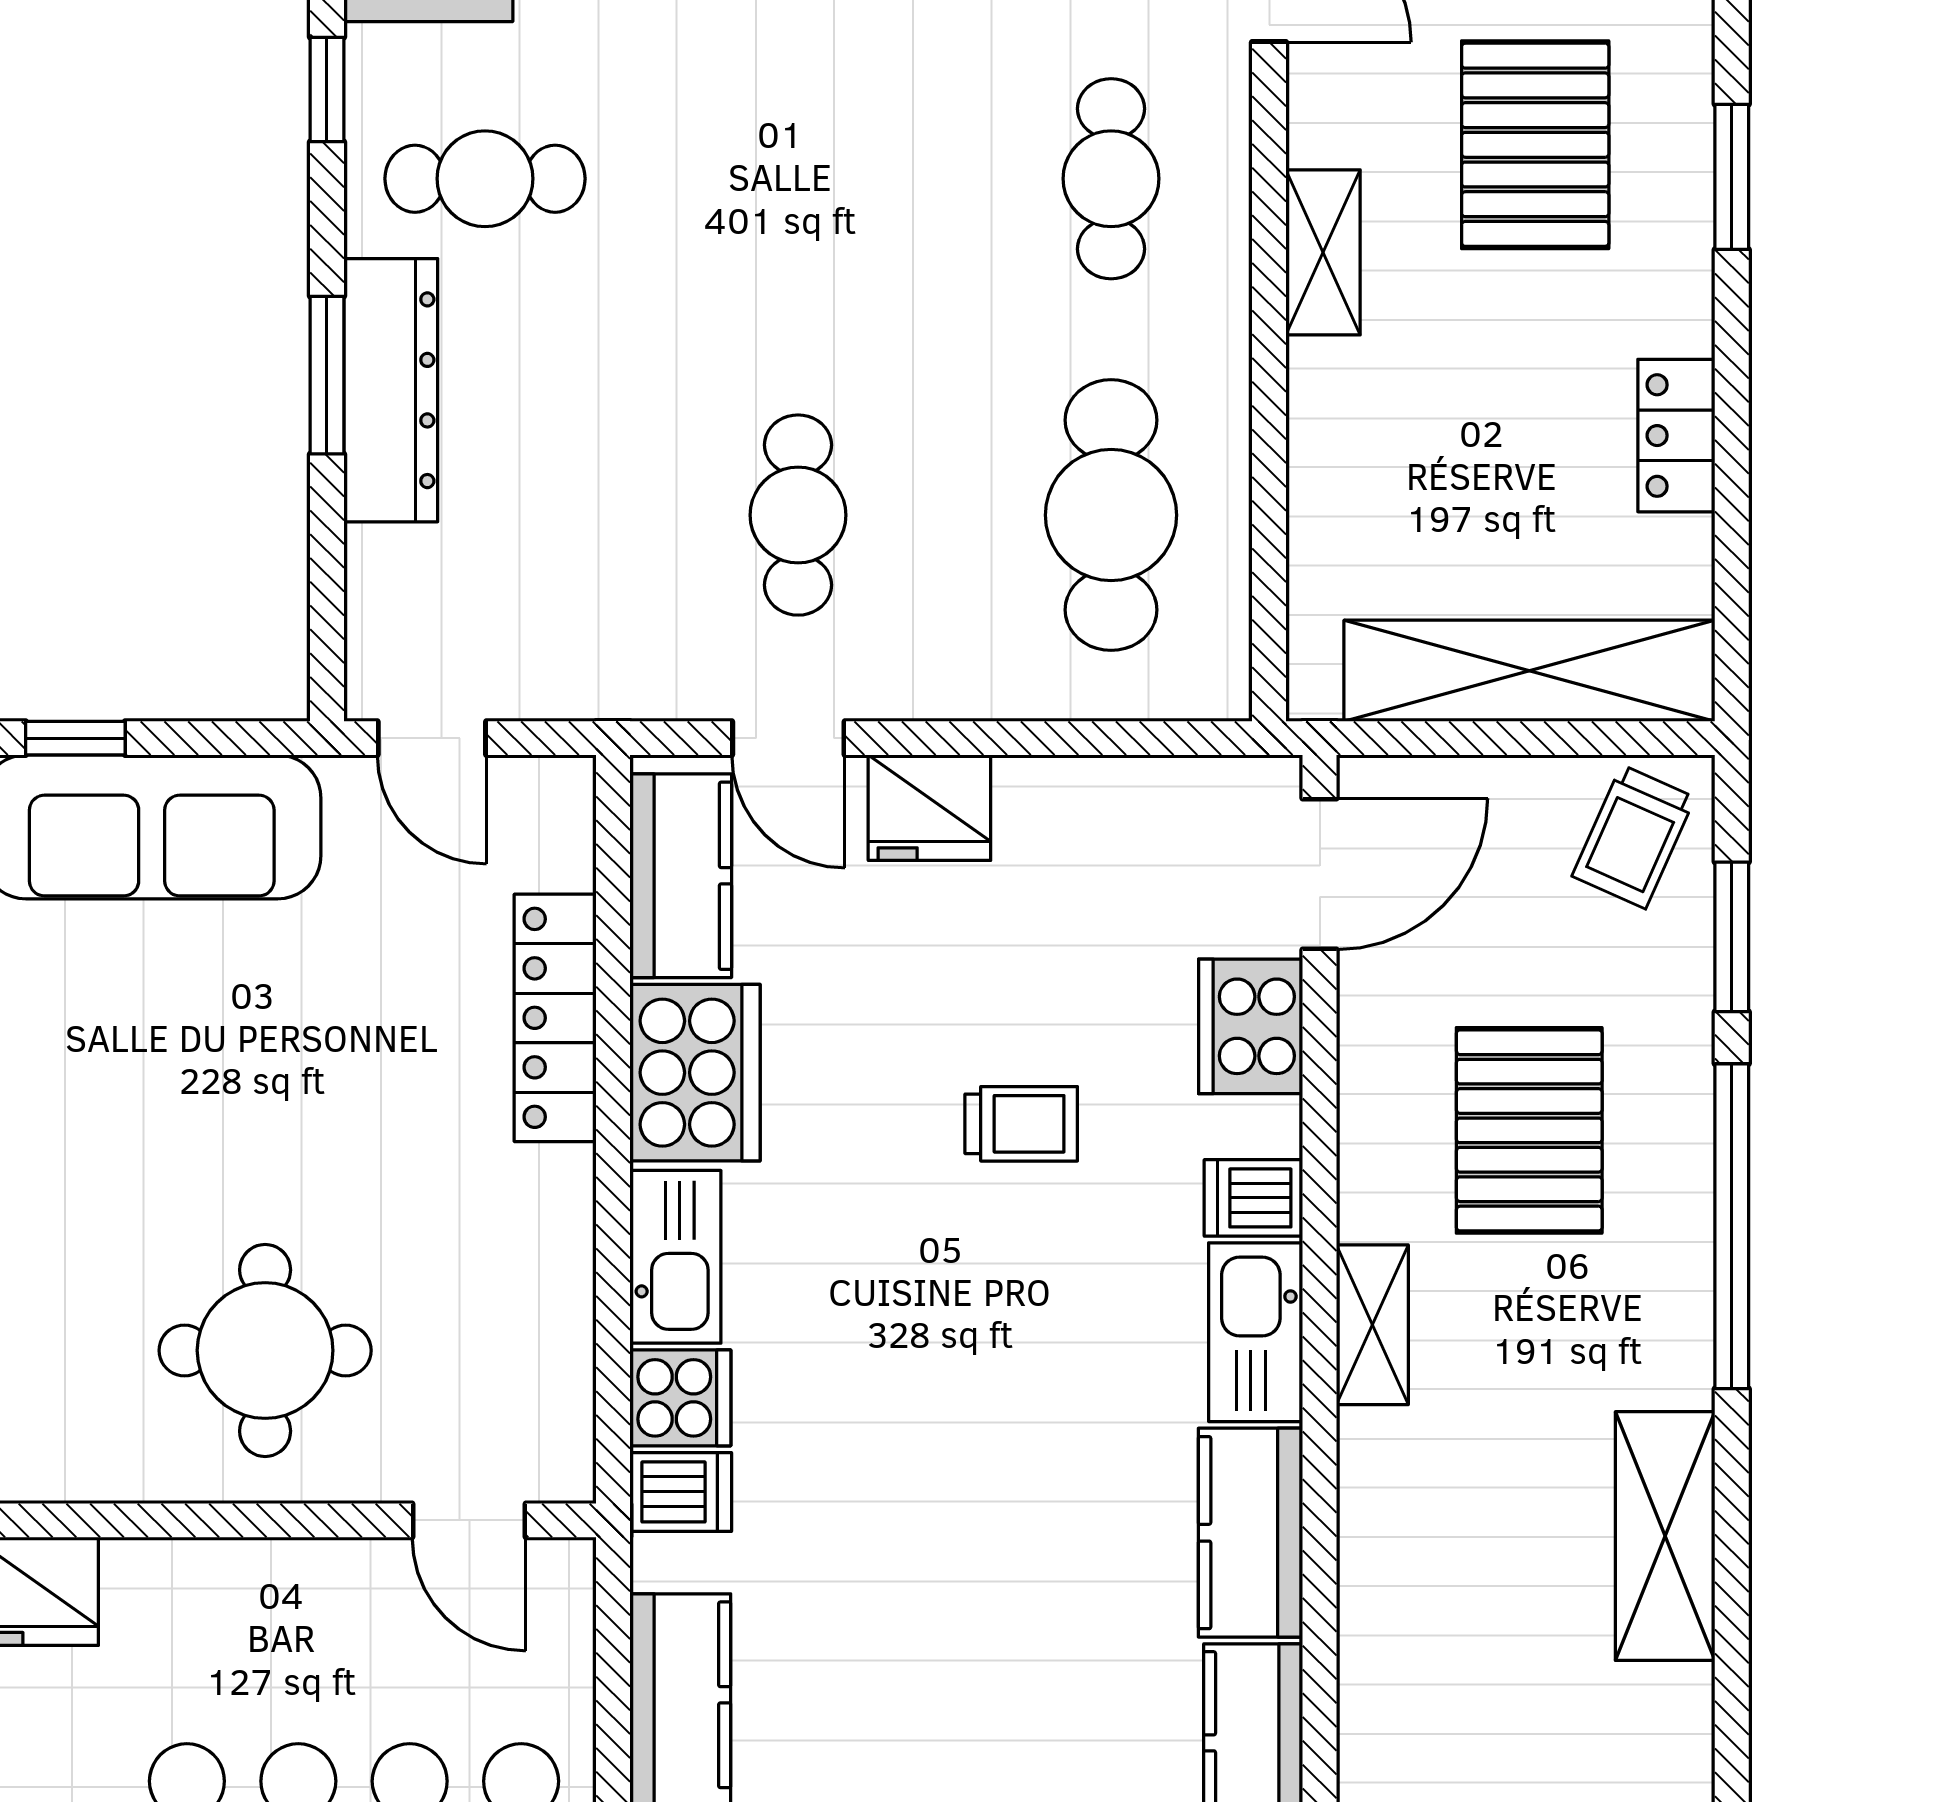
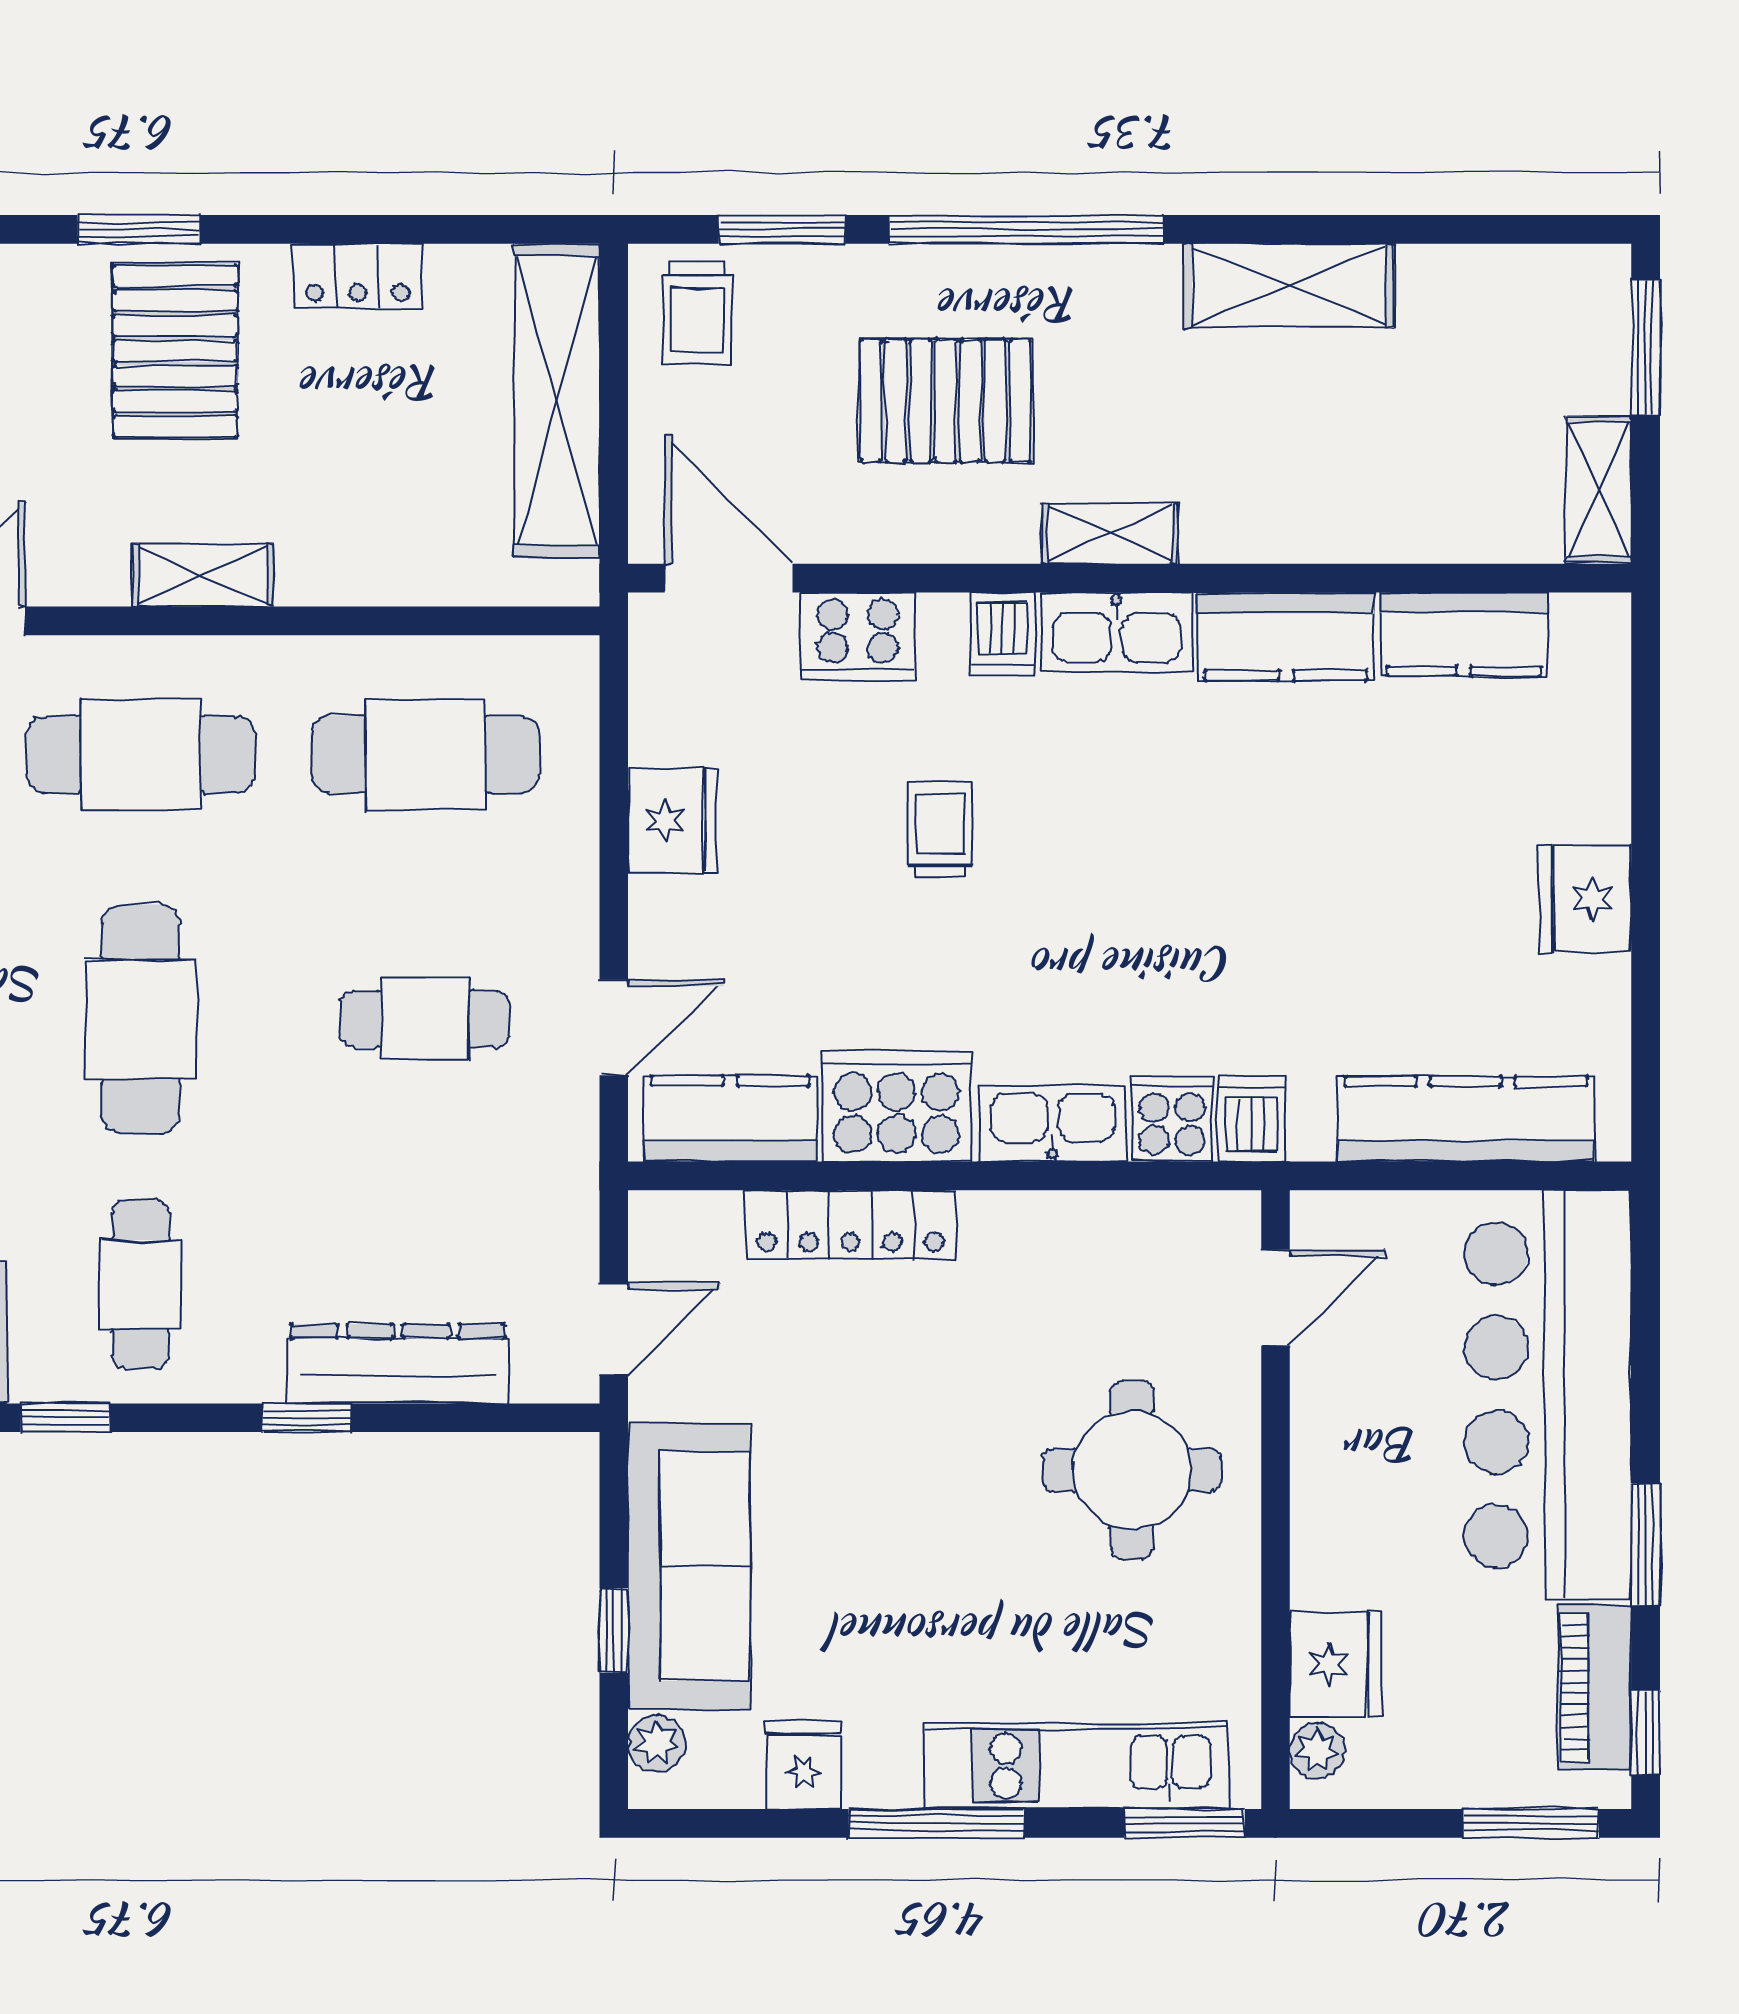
pallet: (1535, 145) -> (175, 351), moved, turned 90
cafe table: (798, 179) -> (141, 1019), added
cafe table: (1111, 179) -> (141, 754), width x1.37, depth x1.35
window: (327, 375) -> (307, 1418), width x0.67
dresser: (391, 390) -> (398, 1364), moved
fridge: (929, 808) -> (673, 821), moved
trolley: (1634, 837) -> (697, 312), turned 66

